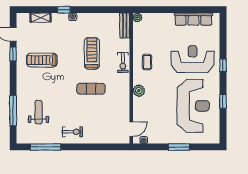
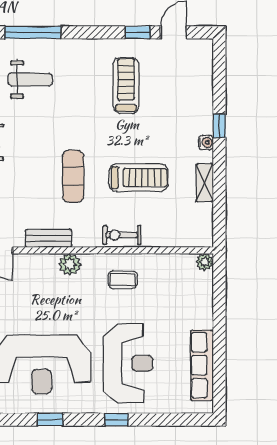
shelving: (41, 18) -> (205, 183), moved
bench: (125, 26) -> (48, 238), moved

